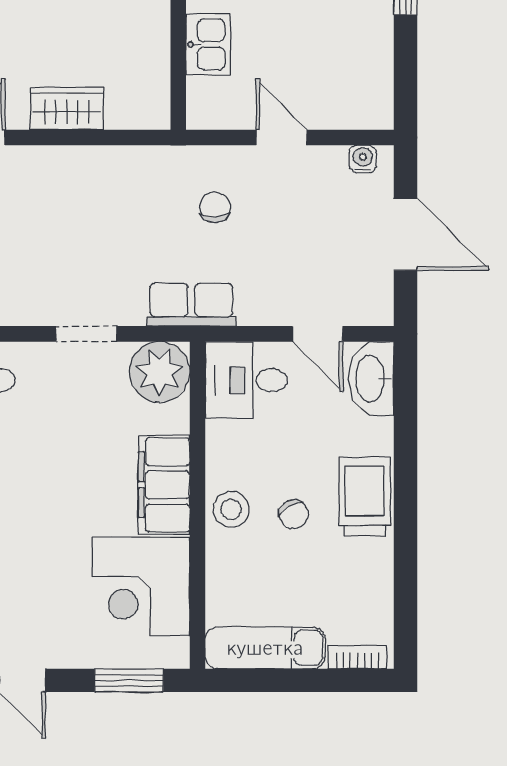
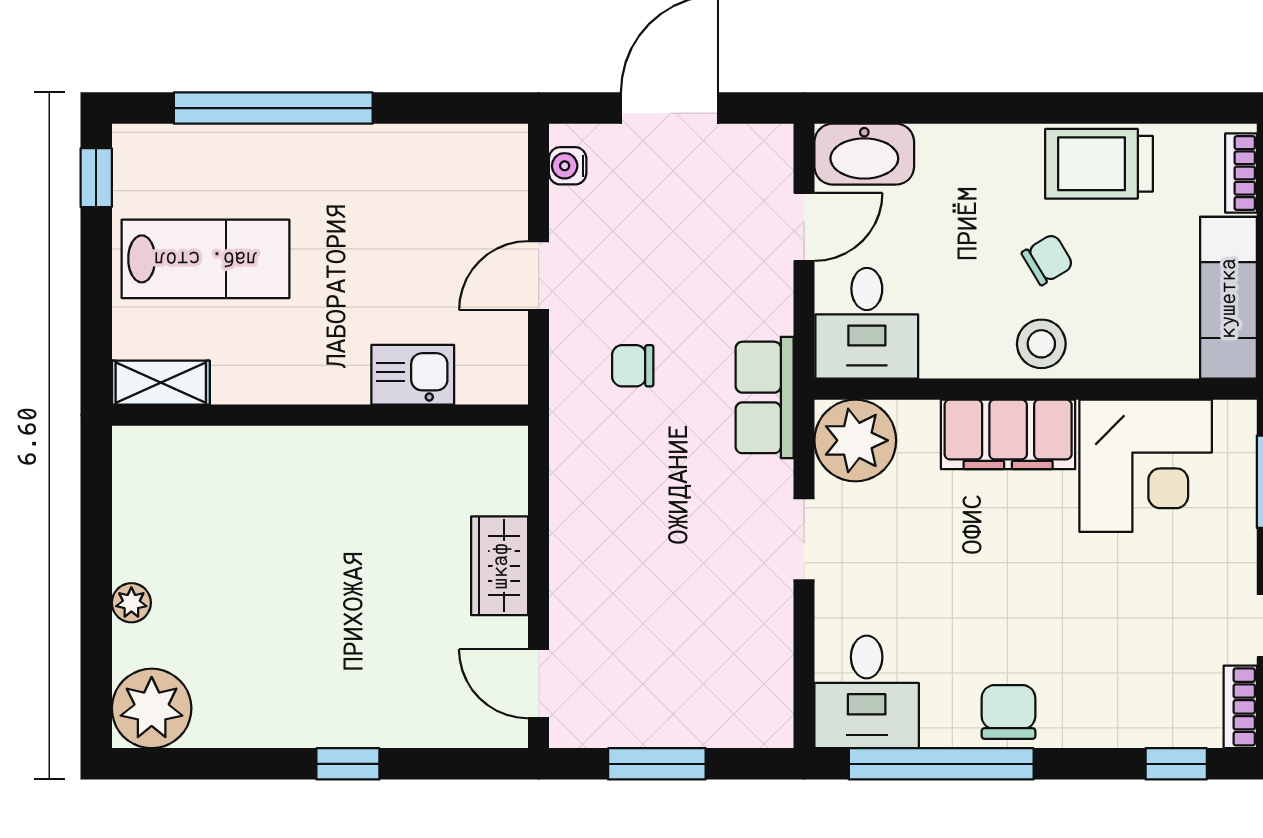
trolley: (365, 497) -> (1099, 164), moved

